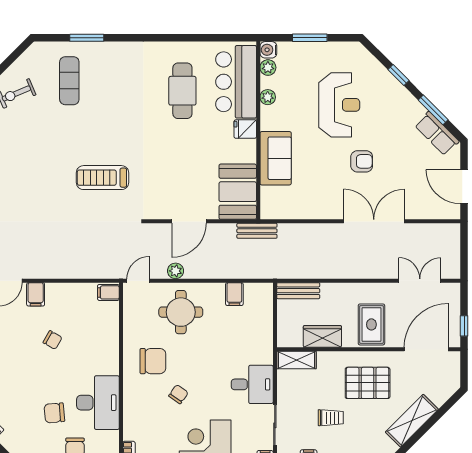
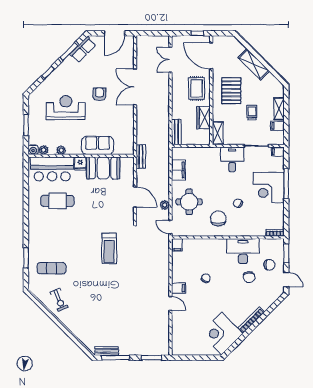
booth: (238, 192) -> (103, 168), moved
filing cabinet: (234, 294) -> (178, 170), width x2.00
rug: (371, 324) -> (196, 88), turned 90

